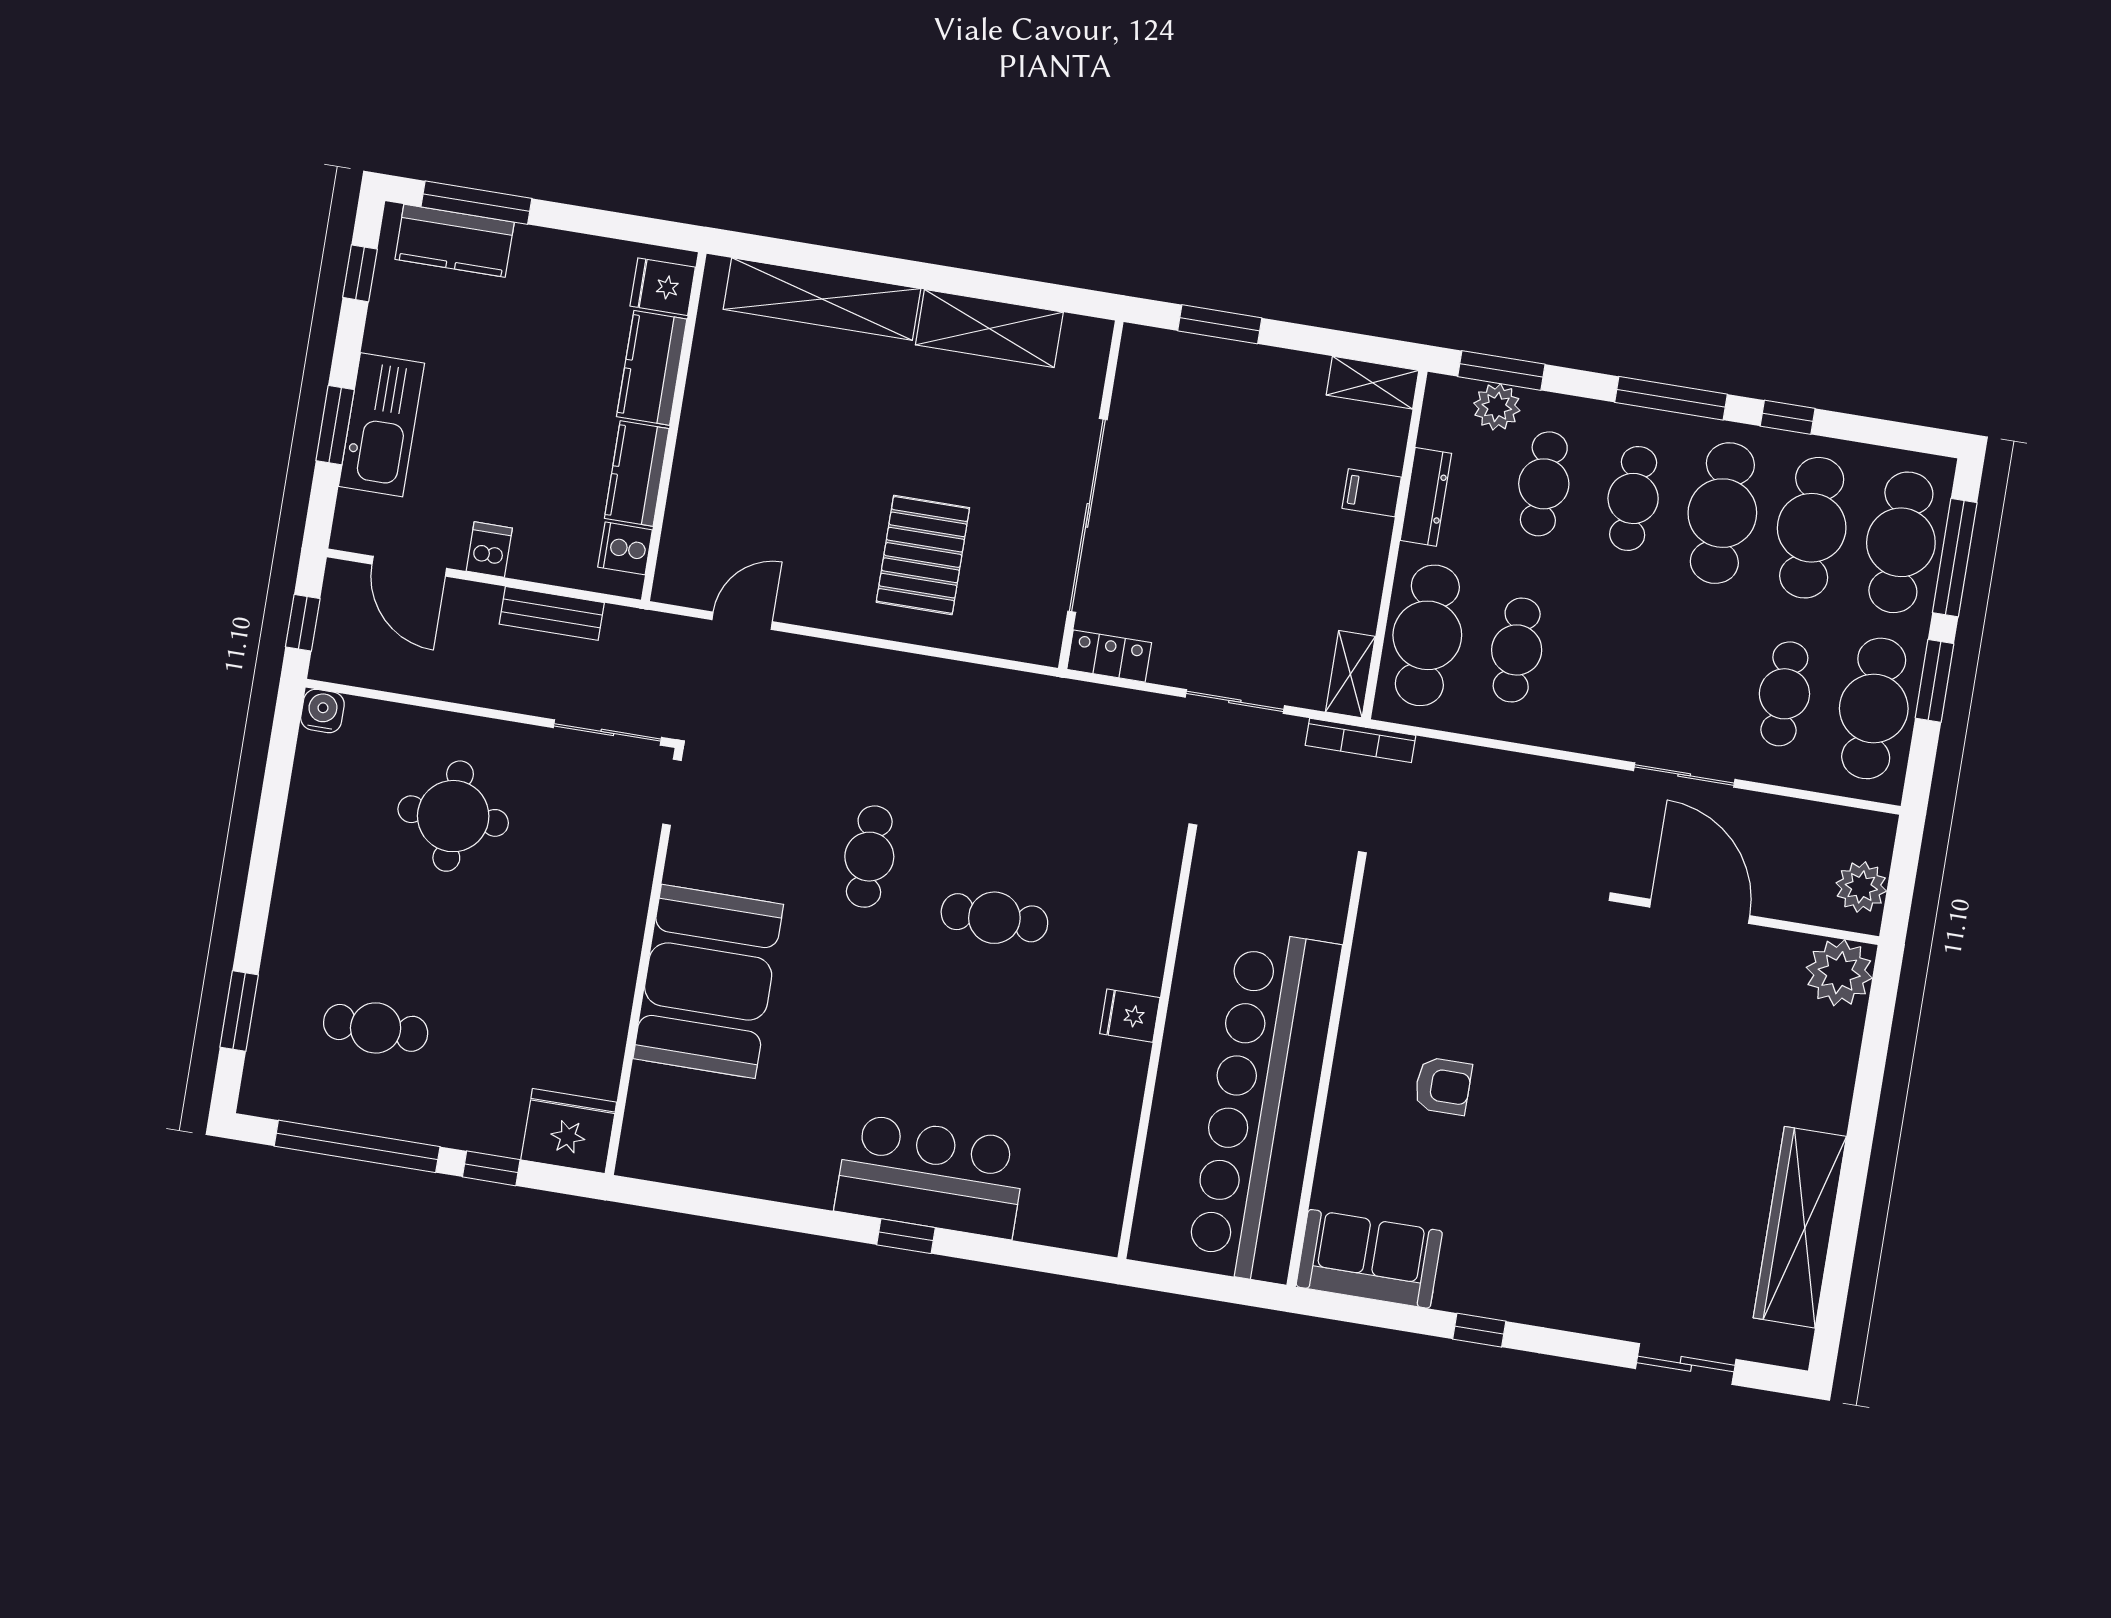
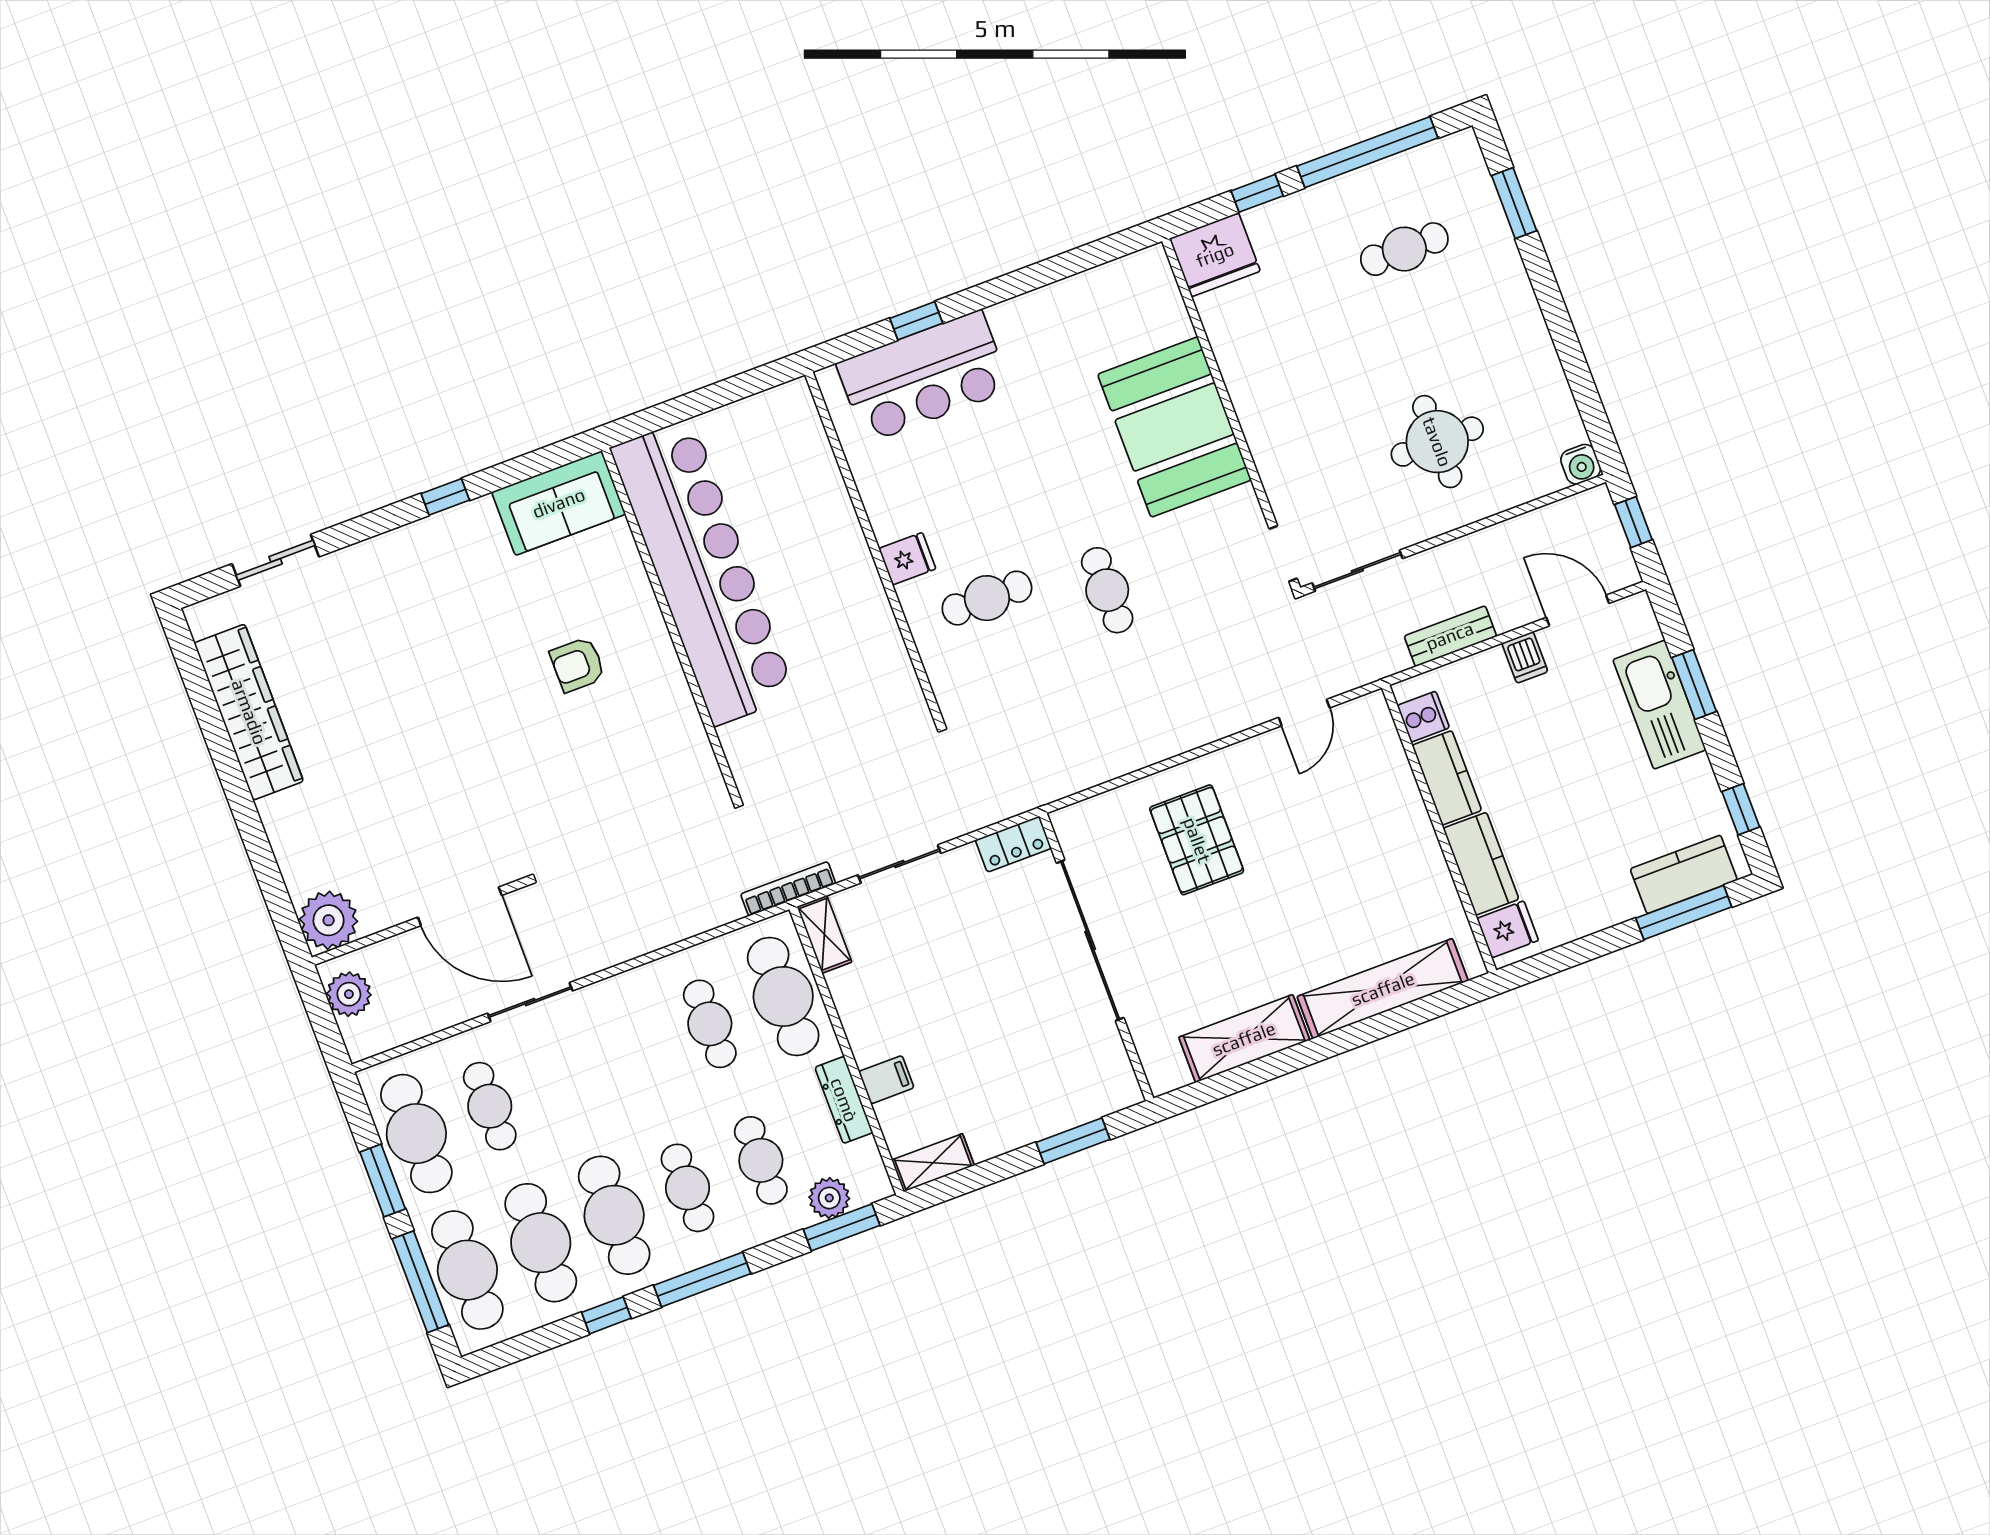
fridge: (1130, 1016) -> (907, 559), moved
wall: (1157, 1045) -> (874, 548), moved

